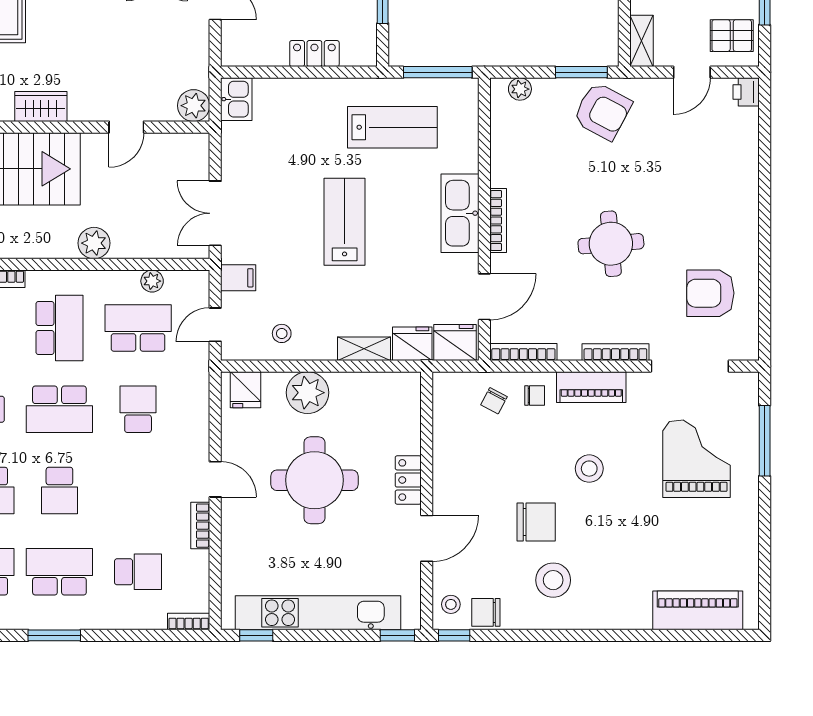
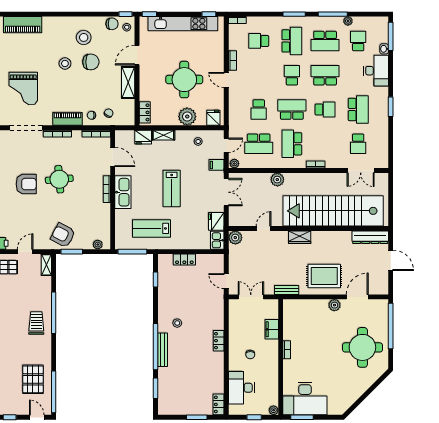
plant: (152, 281) -> (234, 164), moved
armchair: (710, 293) -> (26, 184), moved
door: (484, 297) -> (113, 157), swing flipped
fridge: (455, 342) -> (216, 221), moved, turned 90
stool: (589, 469) -> (65, 63), moved
shelving: (448, 473) -> (128, 83), added
locker: (408, 480) -> (145, 112), moved
chair: (536, 522) -> (91, 62), turned 180
school desk: (59, 572) -> (292, 41), turned -90

